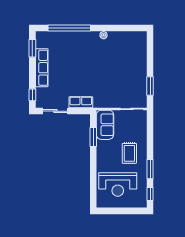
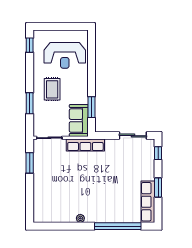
window: (32, 48) -> (158, 188), moved
row of seats: (42, 68) -> (148, 202), moved
row of seats: (81, 102) -> (85, 145), moved, width x1.48
window: (150, 169) -> (30, 103), moved
reception desk: (118, 184) -> (65, 55), turned 180

